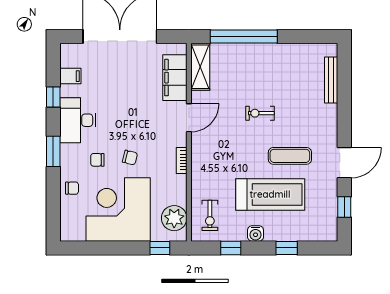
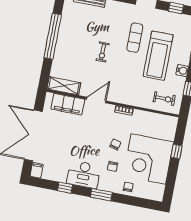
window: (244, 37) -> (53, 36), moved
filing cabinet: (70, 76) -> (37, 170), moved
door: (189, 118) -> (96, 100), hinge flipped
treadmill: (270, 194) -> (158, 56), turned 180
plant: (174, 218) -> (161, 123), removed
window: (160, 248) -> (176, 152), moved

